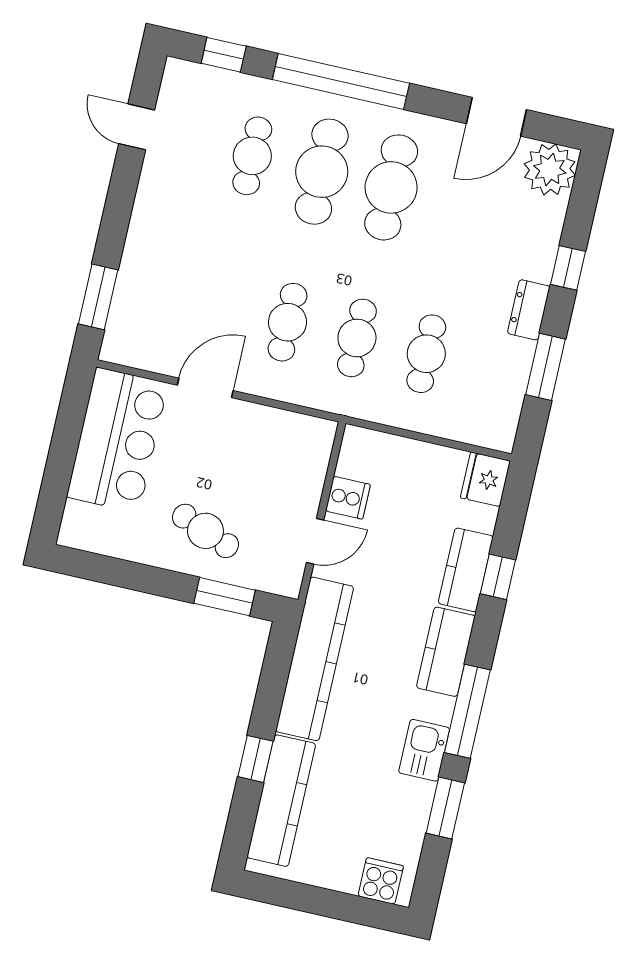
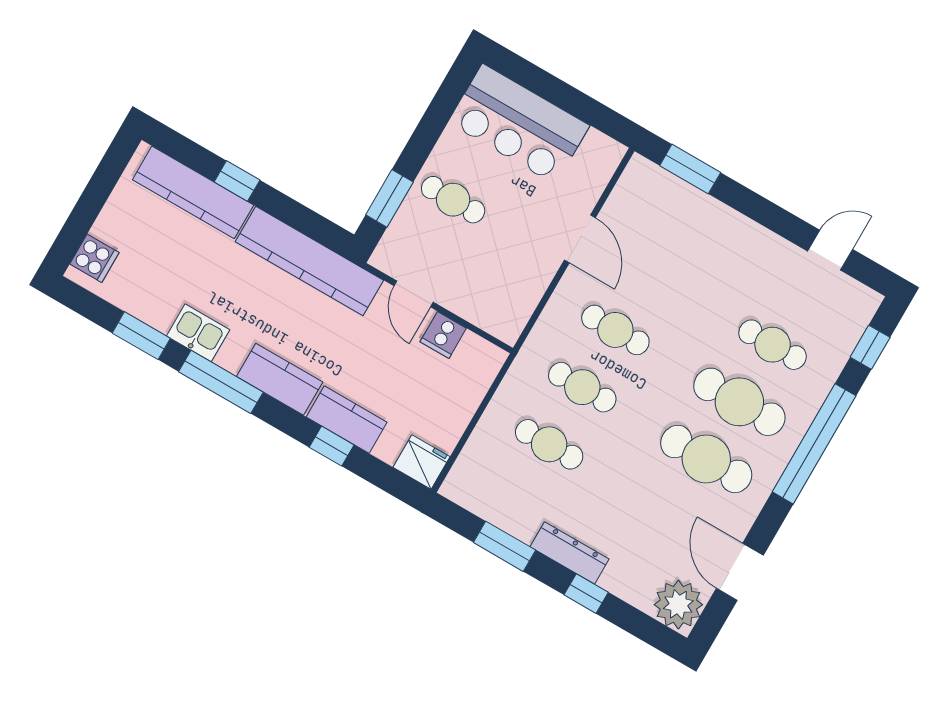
dresser: (529, 310) -> (570, 553), width x1.44
bar counter: (117, 440) -> (519, 124), moved
cafe table: (205, 531) -> (453, 200), turned 68

